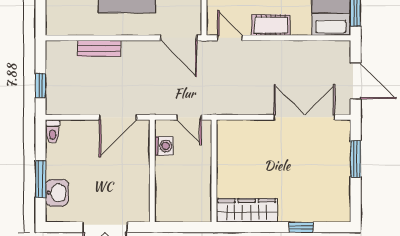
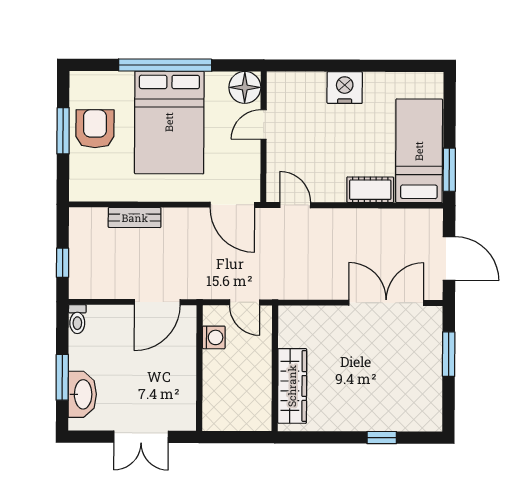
cot: (271, 25) -> (370, 190), moved
washbasin: (57, 193) -> (82, 394), width x1.38
wardrobe: (247, 210) -> (292, 386), moved, turned 90

